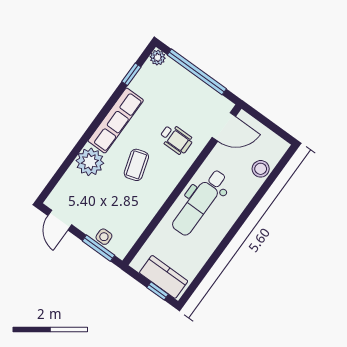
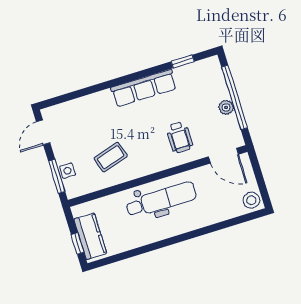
plant: (158, 58) -> (226, 107), moved
plant: (90, 162) -> (100, 105), removed
coffee table: (136, 165) -> (111, 157), moved
stool: (261, 169) -> (251, 200), moved
dental chair: (200, 202) -> (161, 200), turned 180

